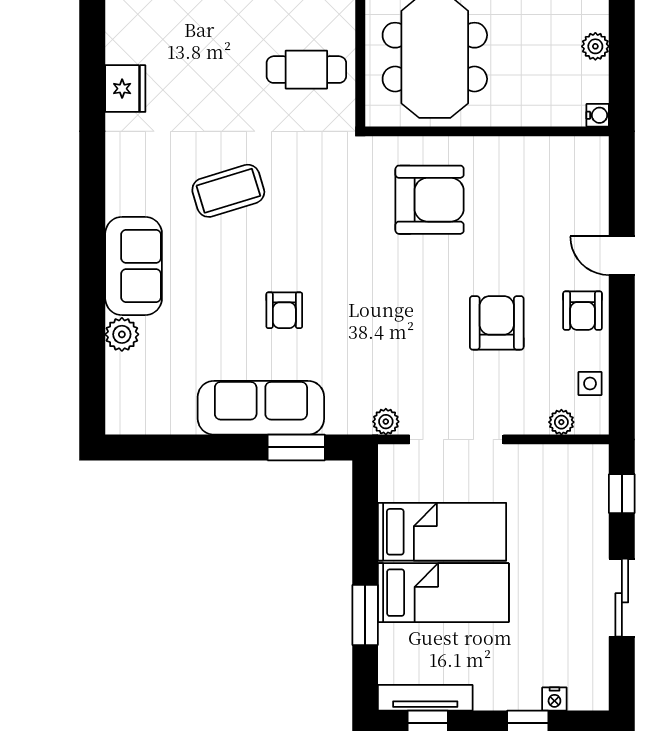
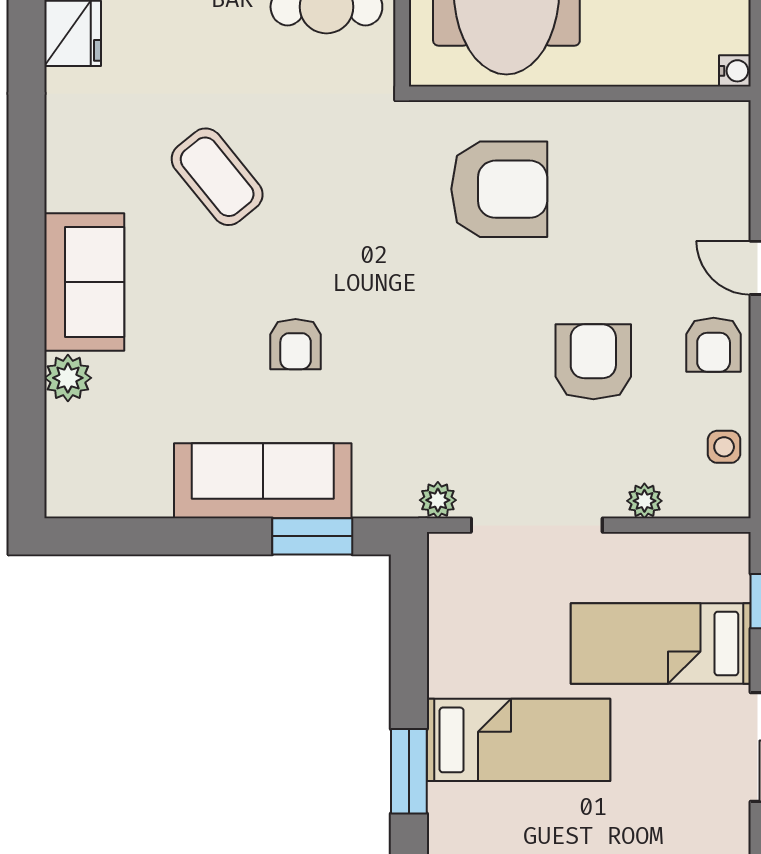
coffee table: (228, 191) -> (217, 177), turned 68
plant: (561, 422) -> (644, 501), moved
bed: (442, 532) -> (661, 643), moved, turned 180

